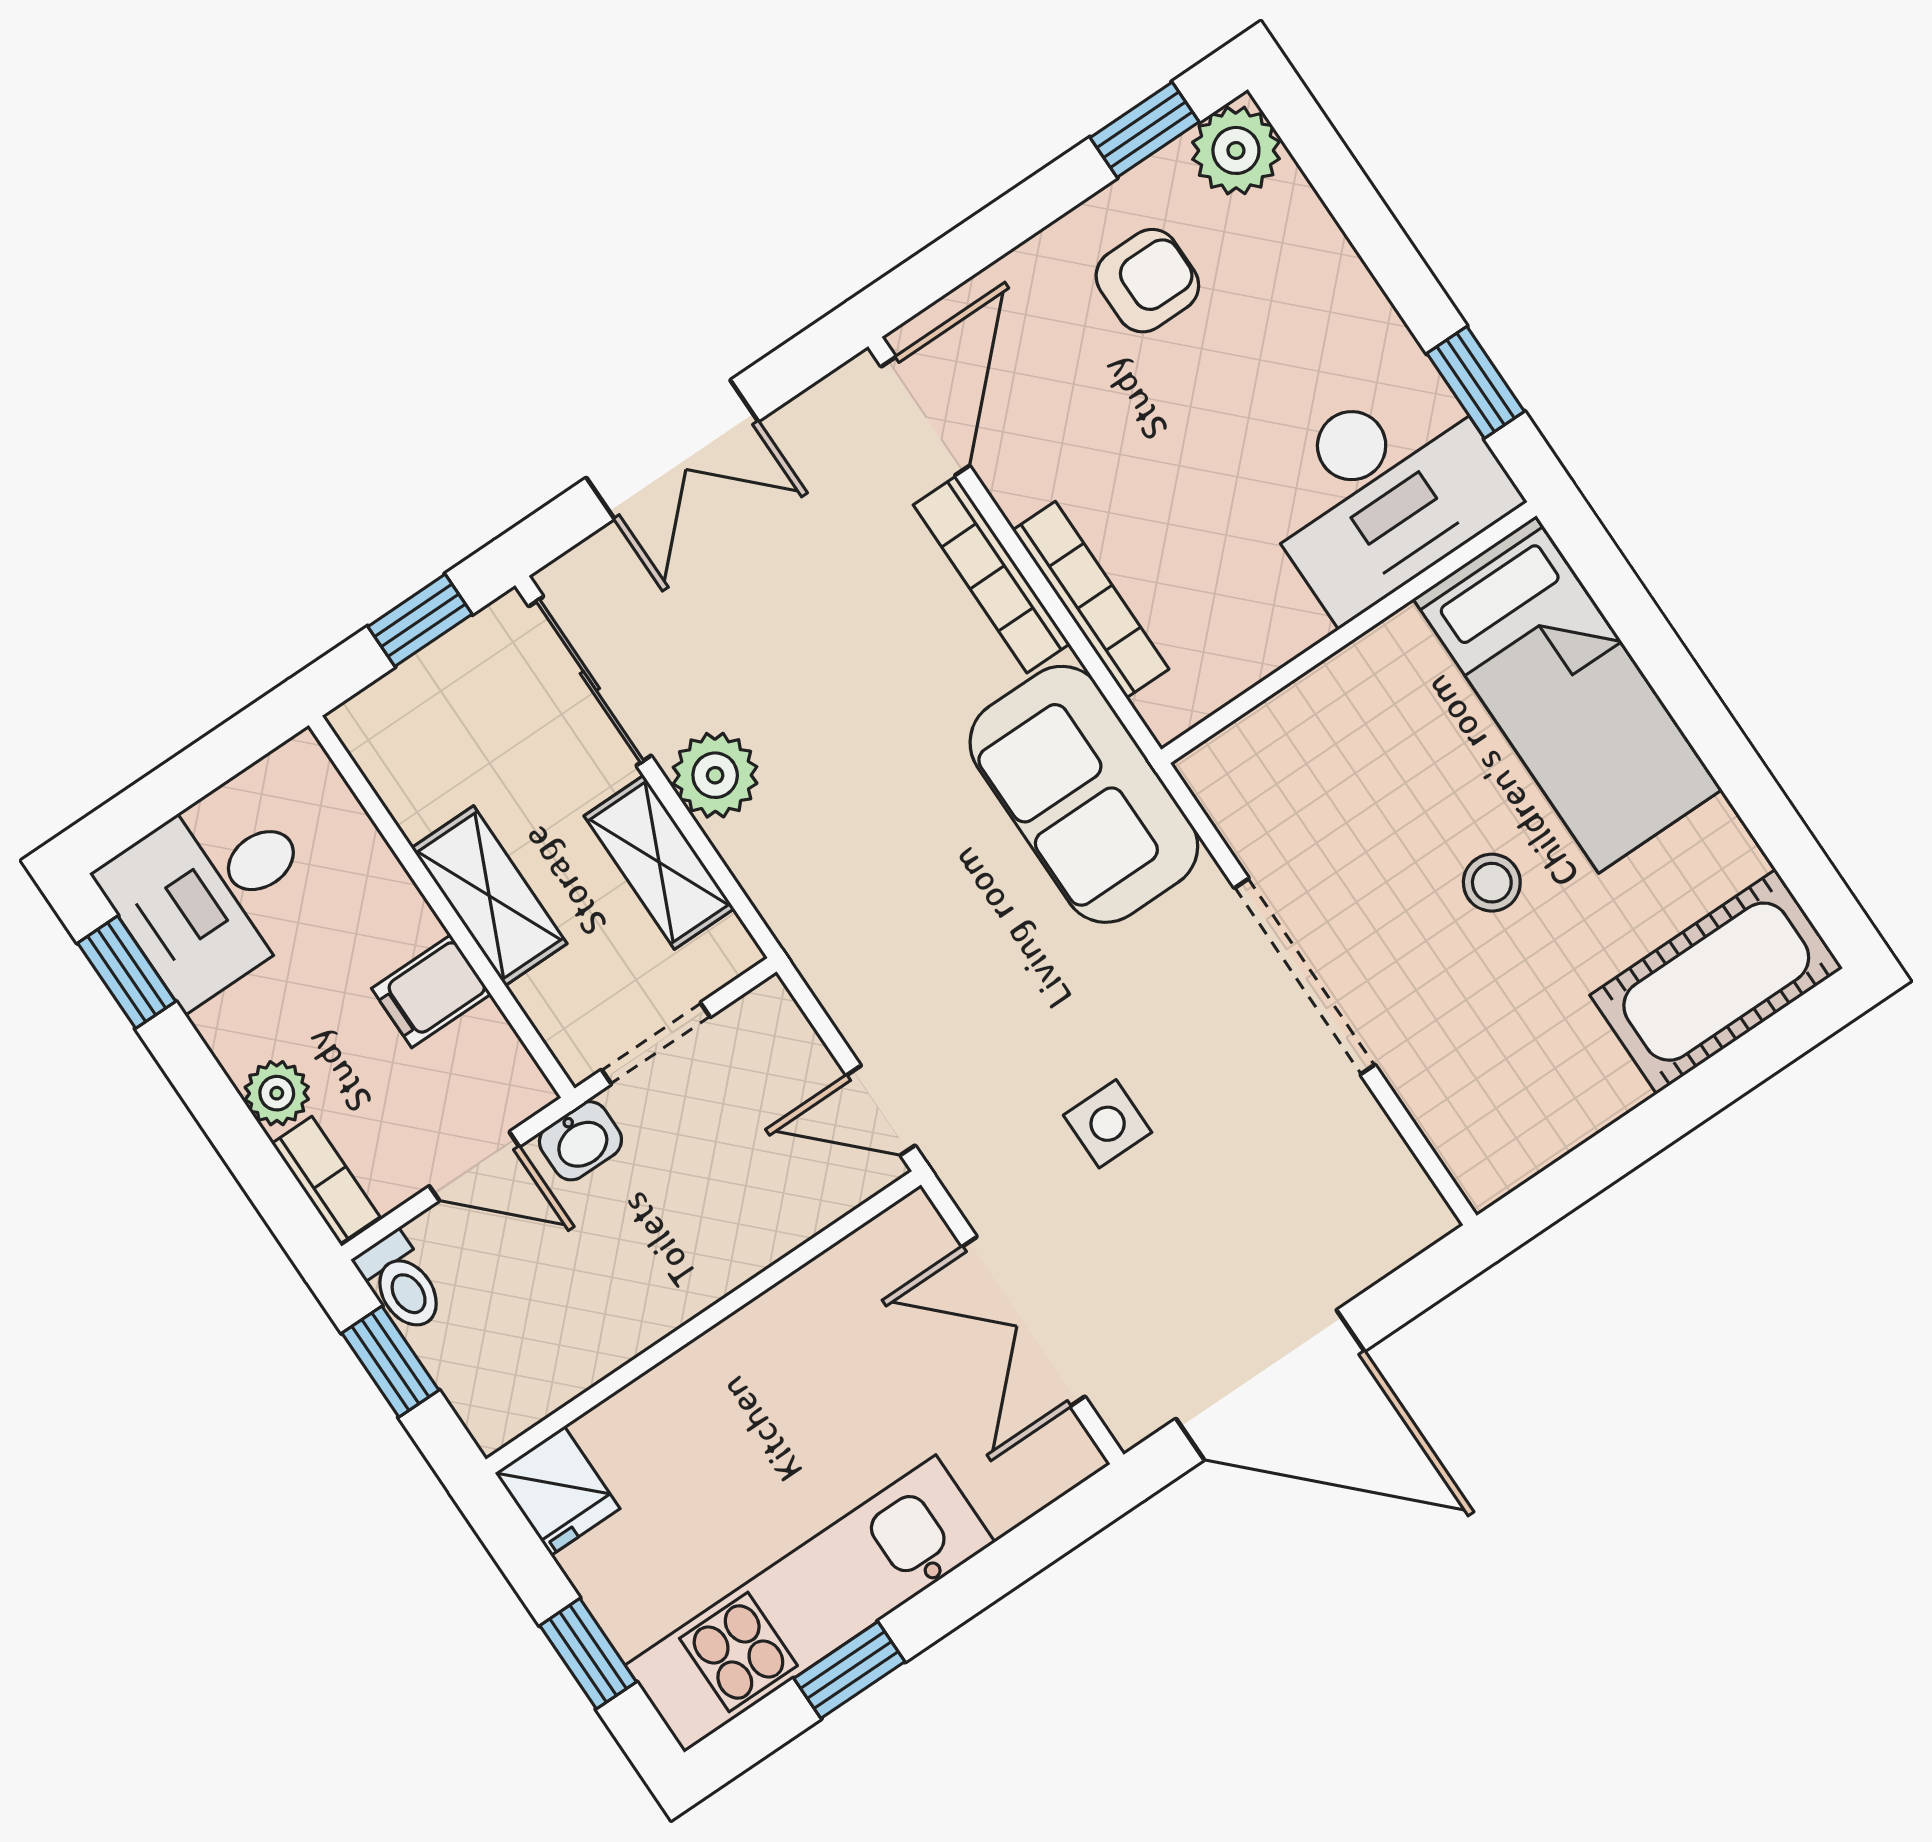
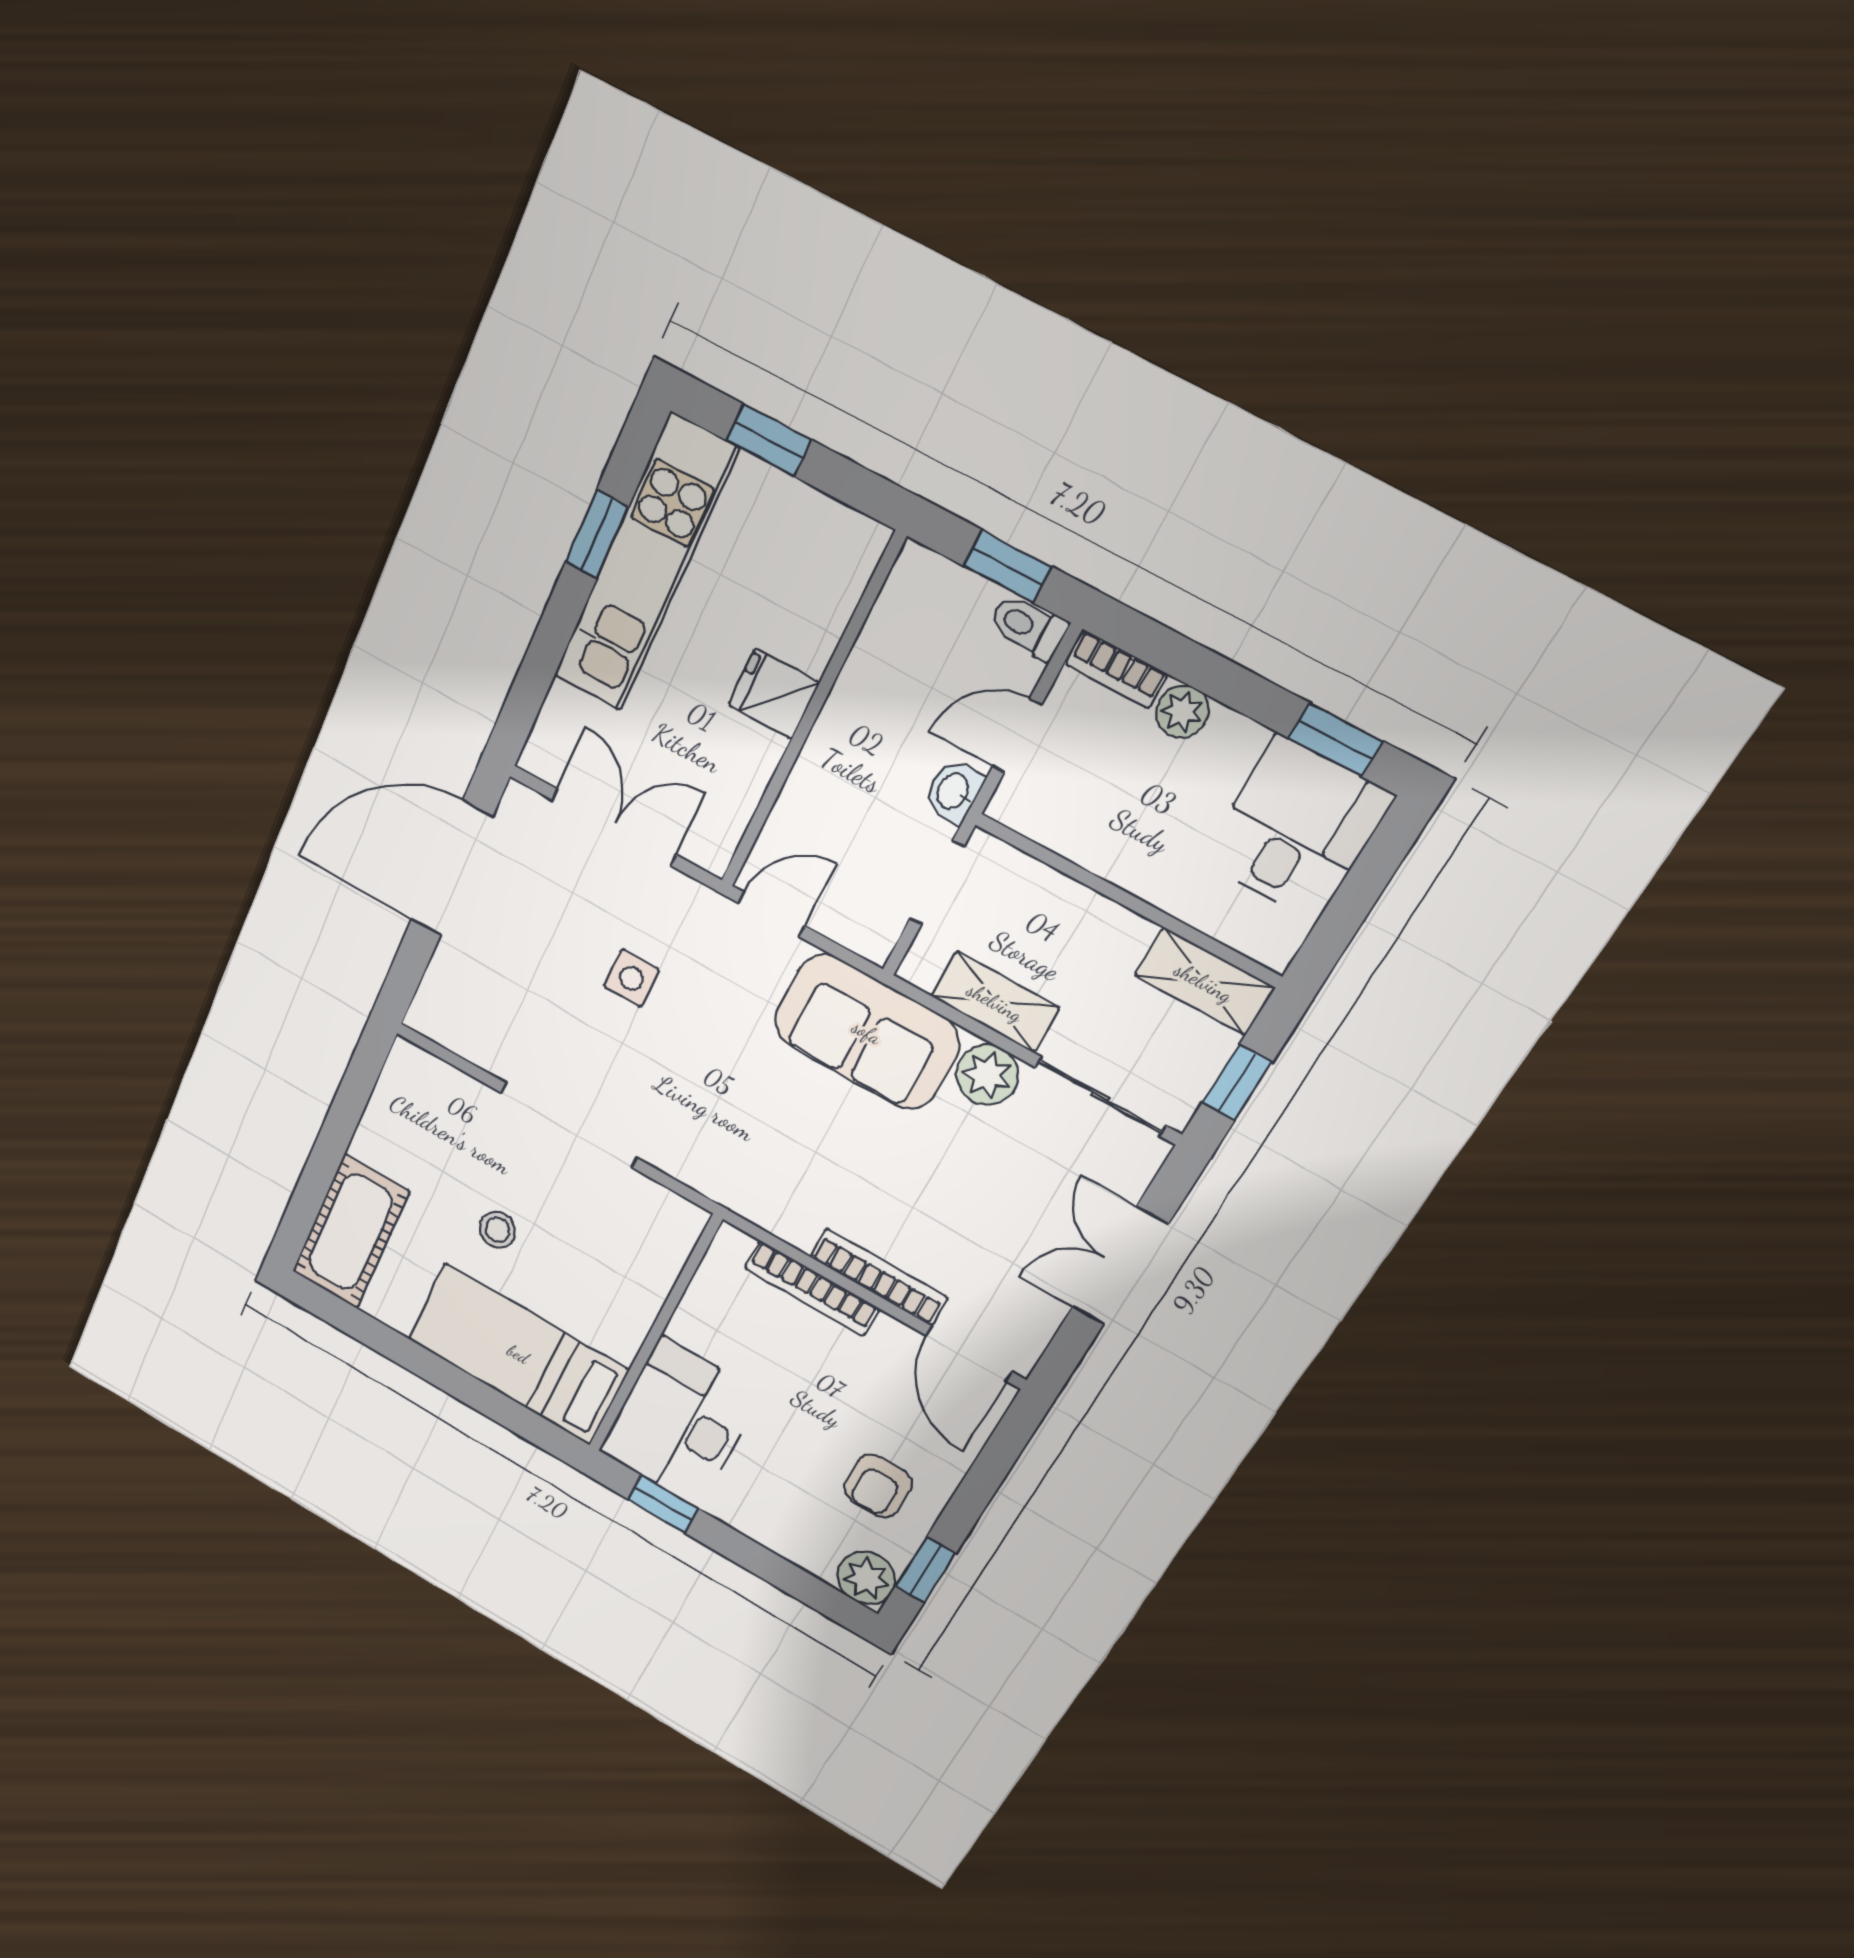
sofa: (1084, 794) -> (867, 1032), moved, turned 180
shelving: (489, 896) -> (1204, 982), moved
filing cabinet: (431, 991) -> (1106, 839), removed
fridge: (557, 1491) -> (774, 694), moved

